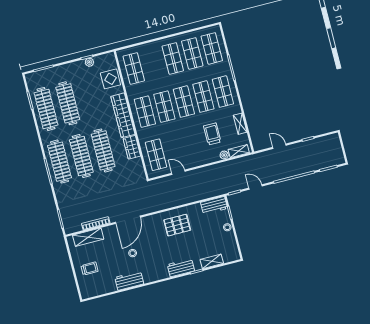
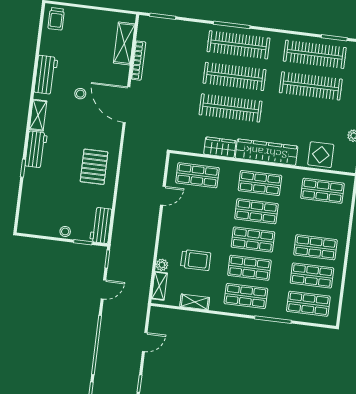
shelving: (212, 261) -> (38, 115), moved
trolley: (90, 268) -> (56, 19), moved

